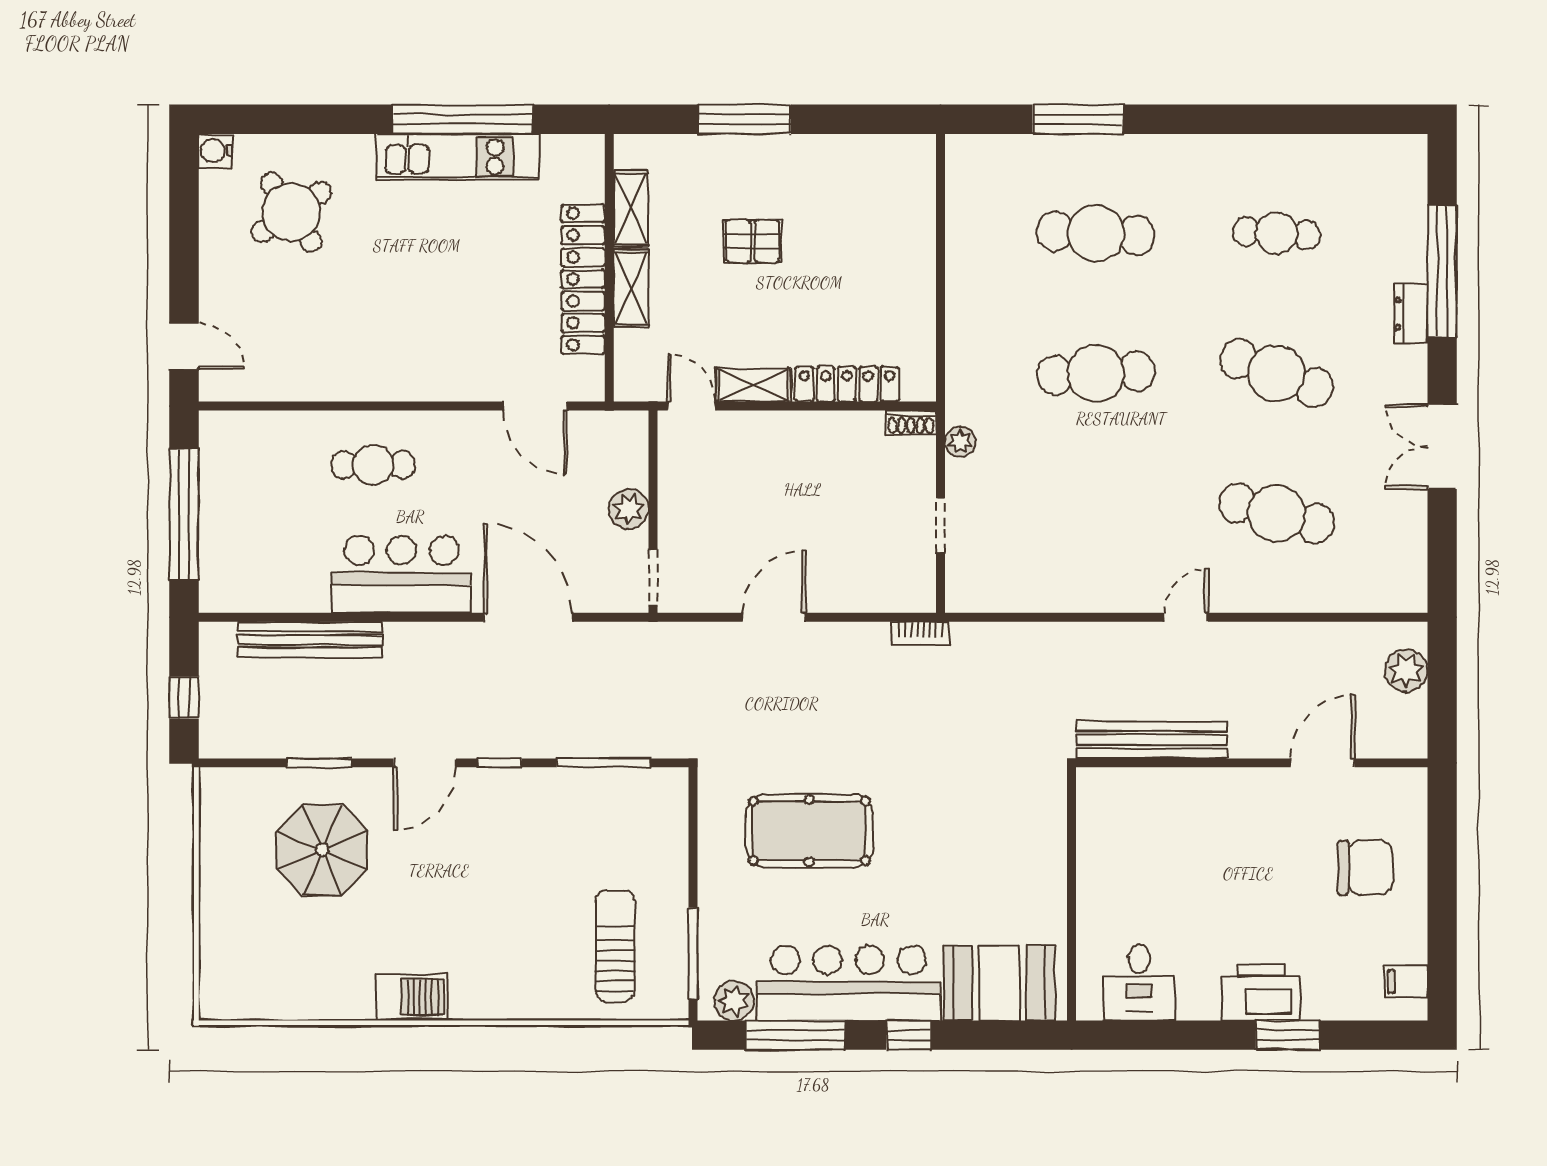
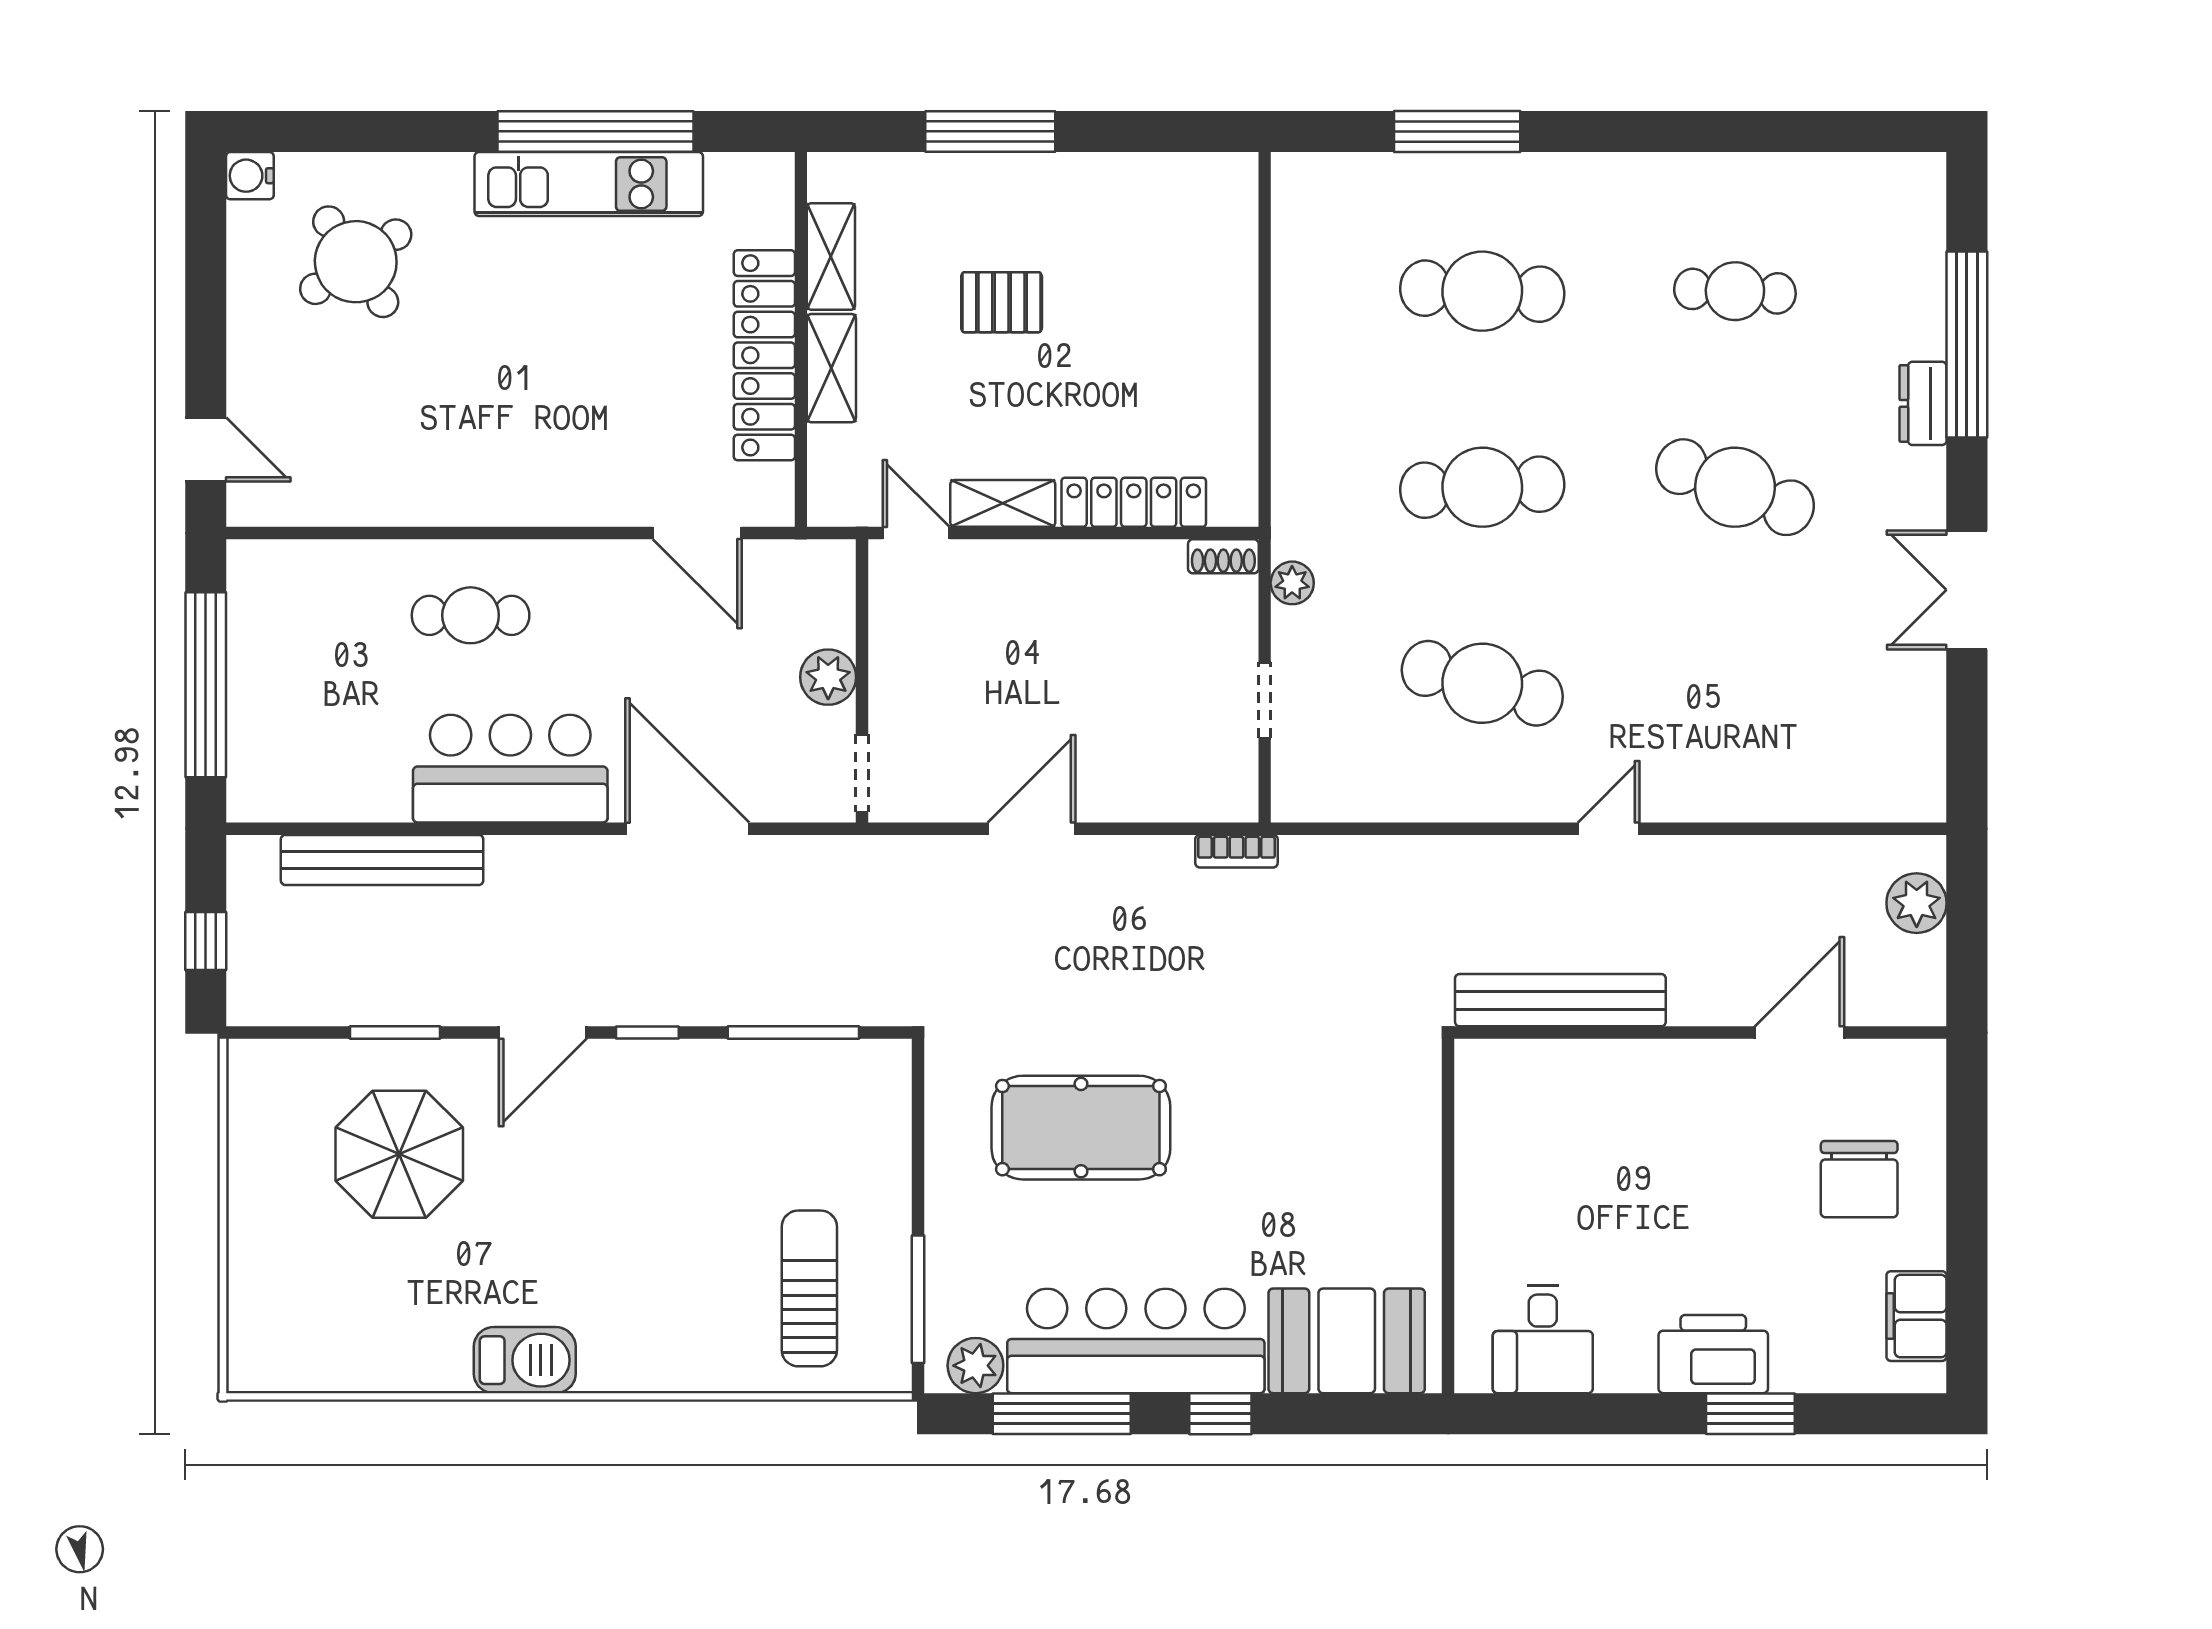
cafe table: (1276, 513) -> (1482, 683), moved
chair: (1365, 868) -> (1859, 1179), turned 90
filing cabinet: (1406, 981) -> (1917, 1316), width x2.00

